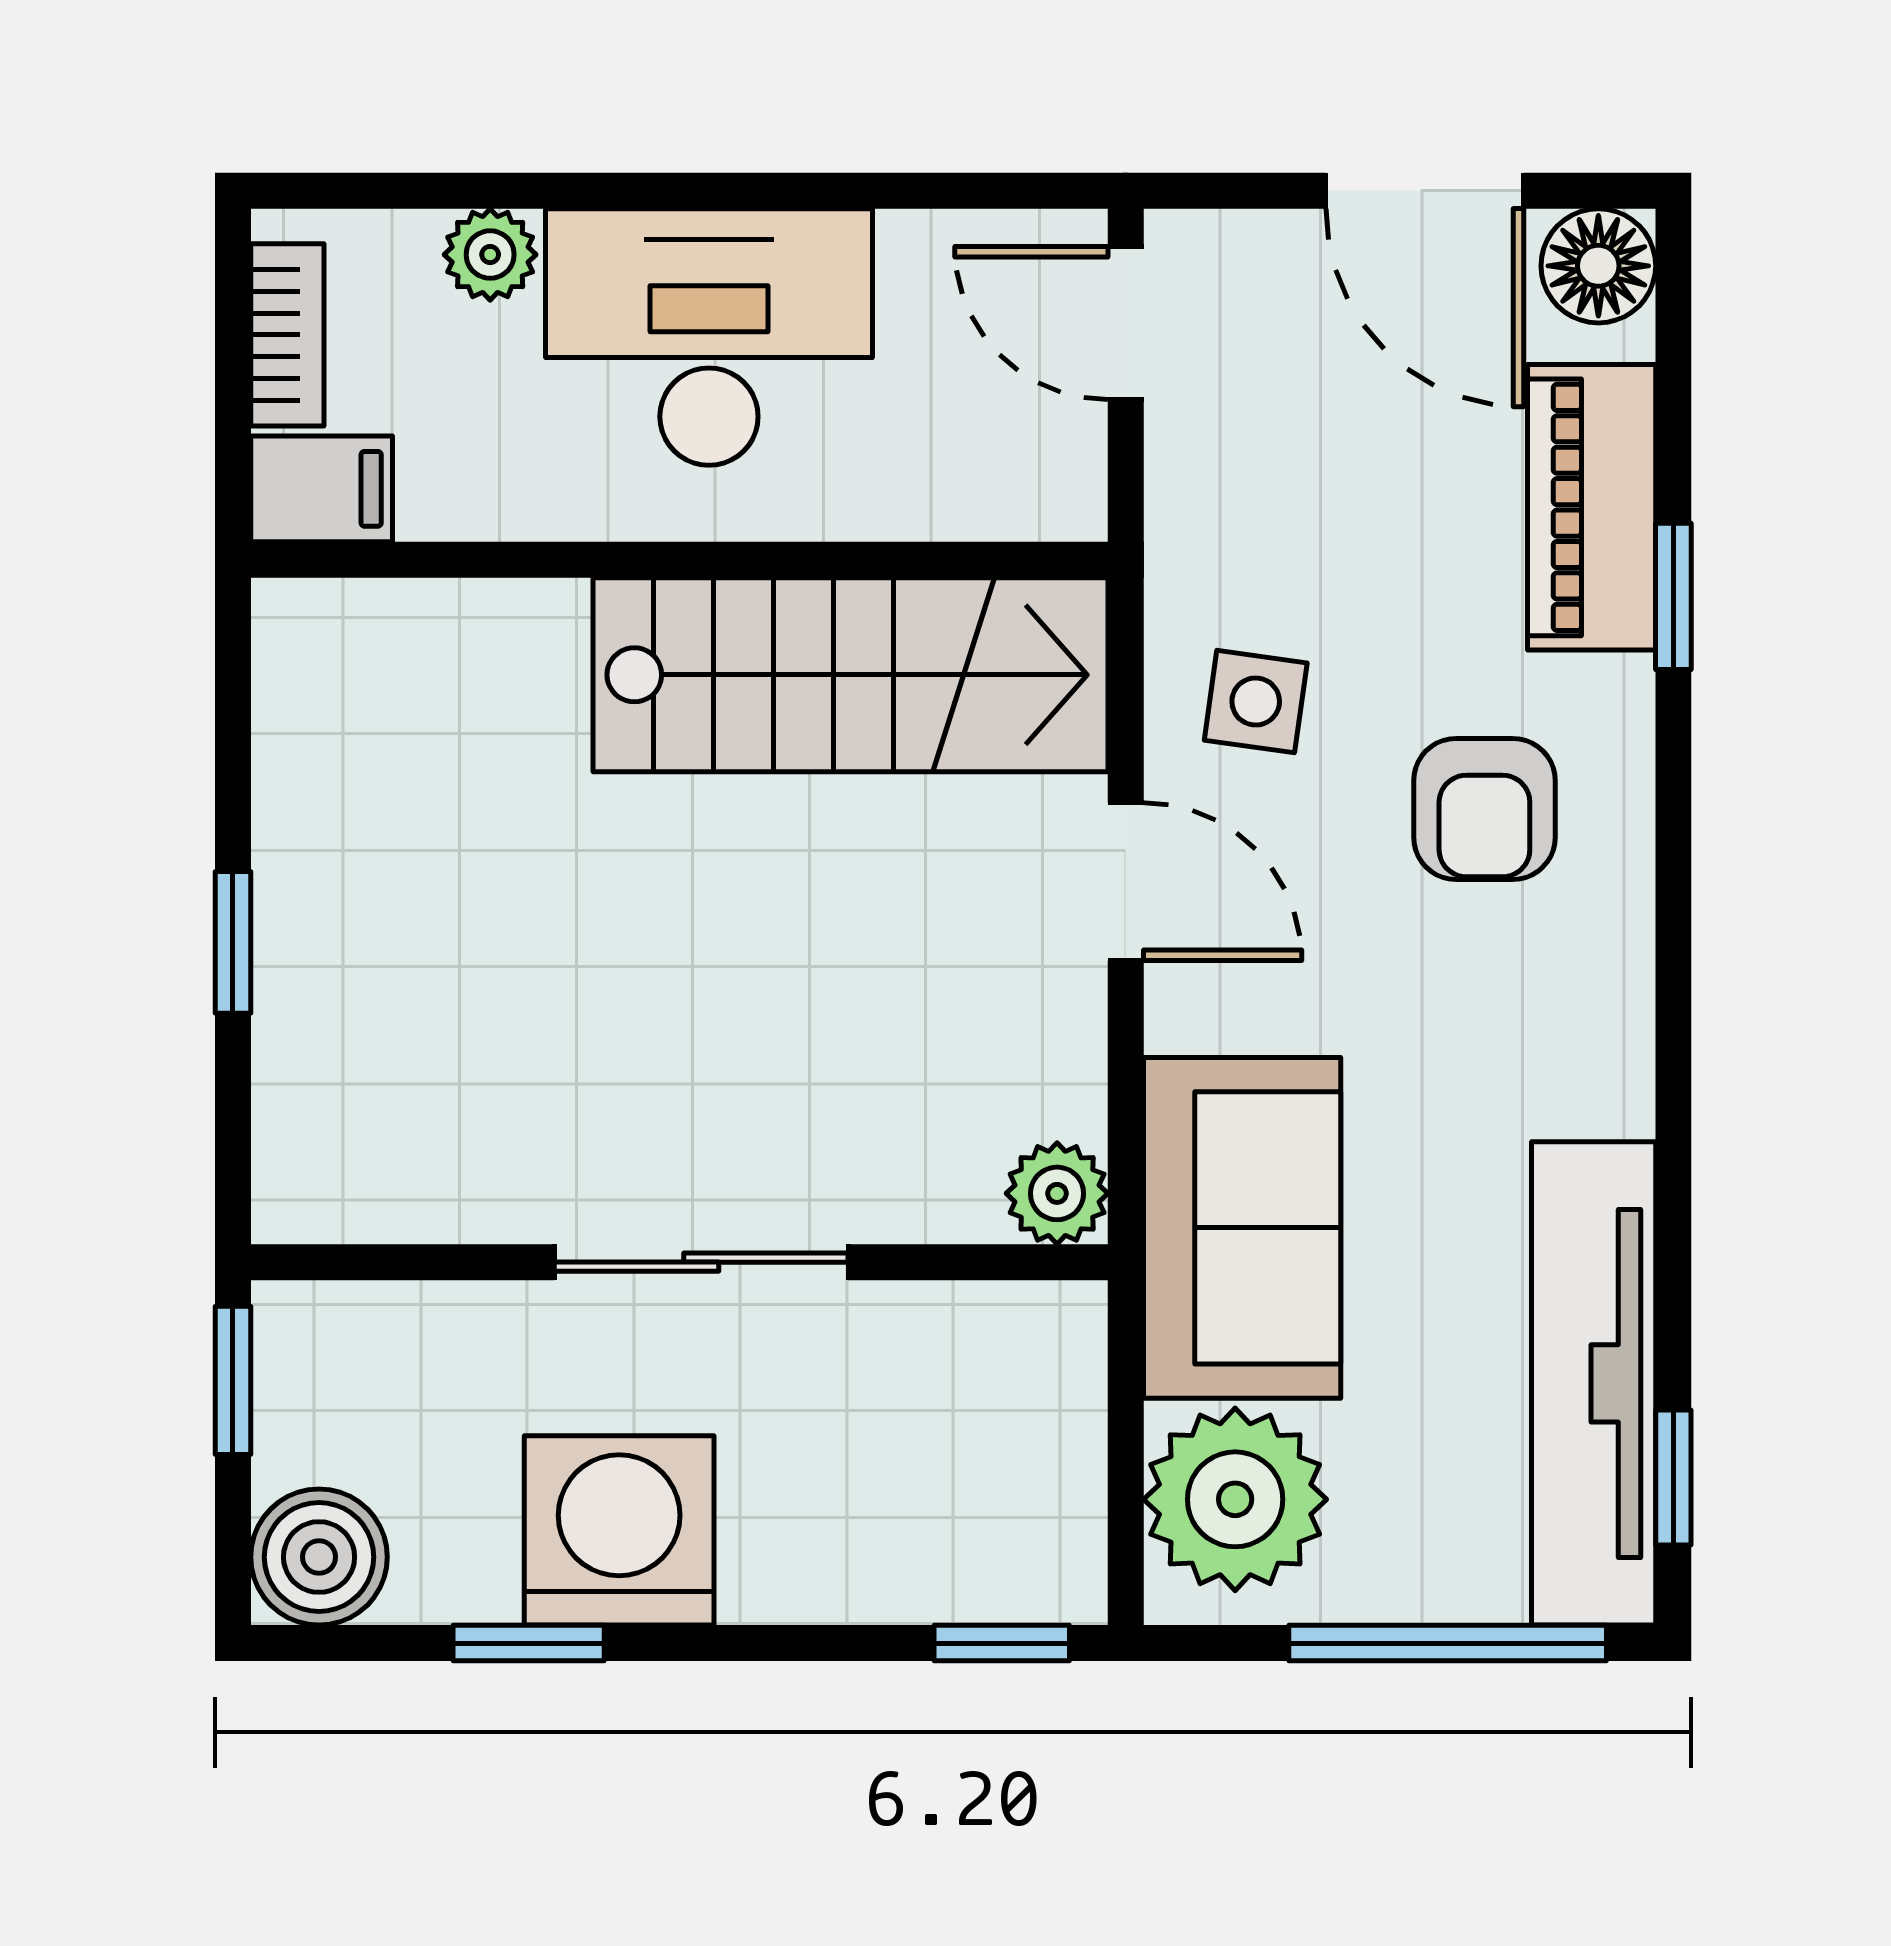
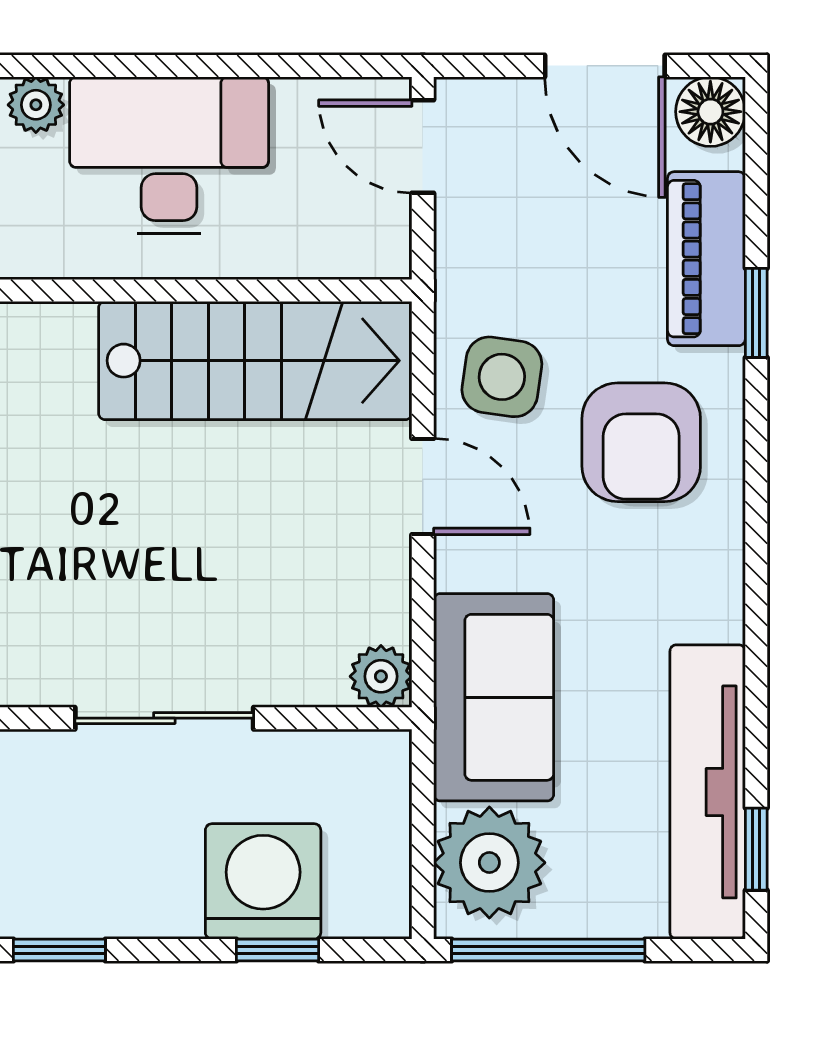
side table: (1256, 702) -> (502, 377), width x1.37, depth x1.37
armchair: (1484, 809) -> (641, 442), width x1.38, depth x1.38
washing machine: (619, 1530) -> (263, 881), moved
window: (1002, 1643) -> (277, 950), moved
window: (1448, 1643) -> (548, 950), moved

